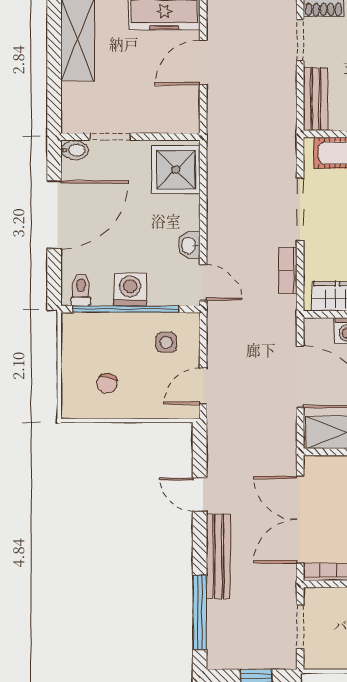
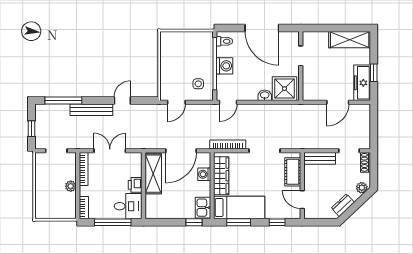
door: (203, 63) -> (338, 102), swing flipped
bidet: (75, 150) -> (294, 38), removed
washbasin: (189, 245) -> (265, 95), moved
bookcase: (288, 270) -> (228, 144), width x1.56
chair: (107, 383) -> (178, 54), removed
door: (203, 386) -> (176, 102), swing flipped
double door: (300, 520) -> (110, 151), width x0.73

